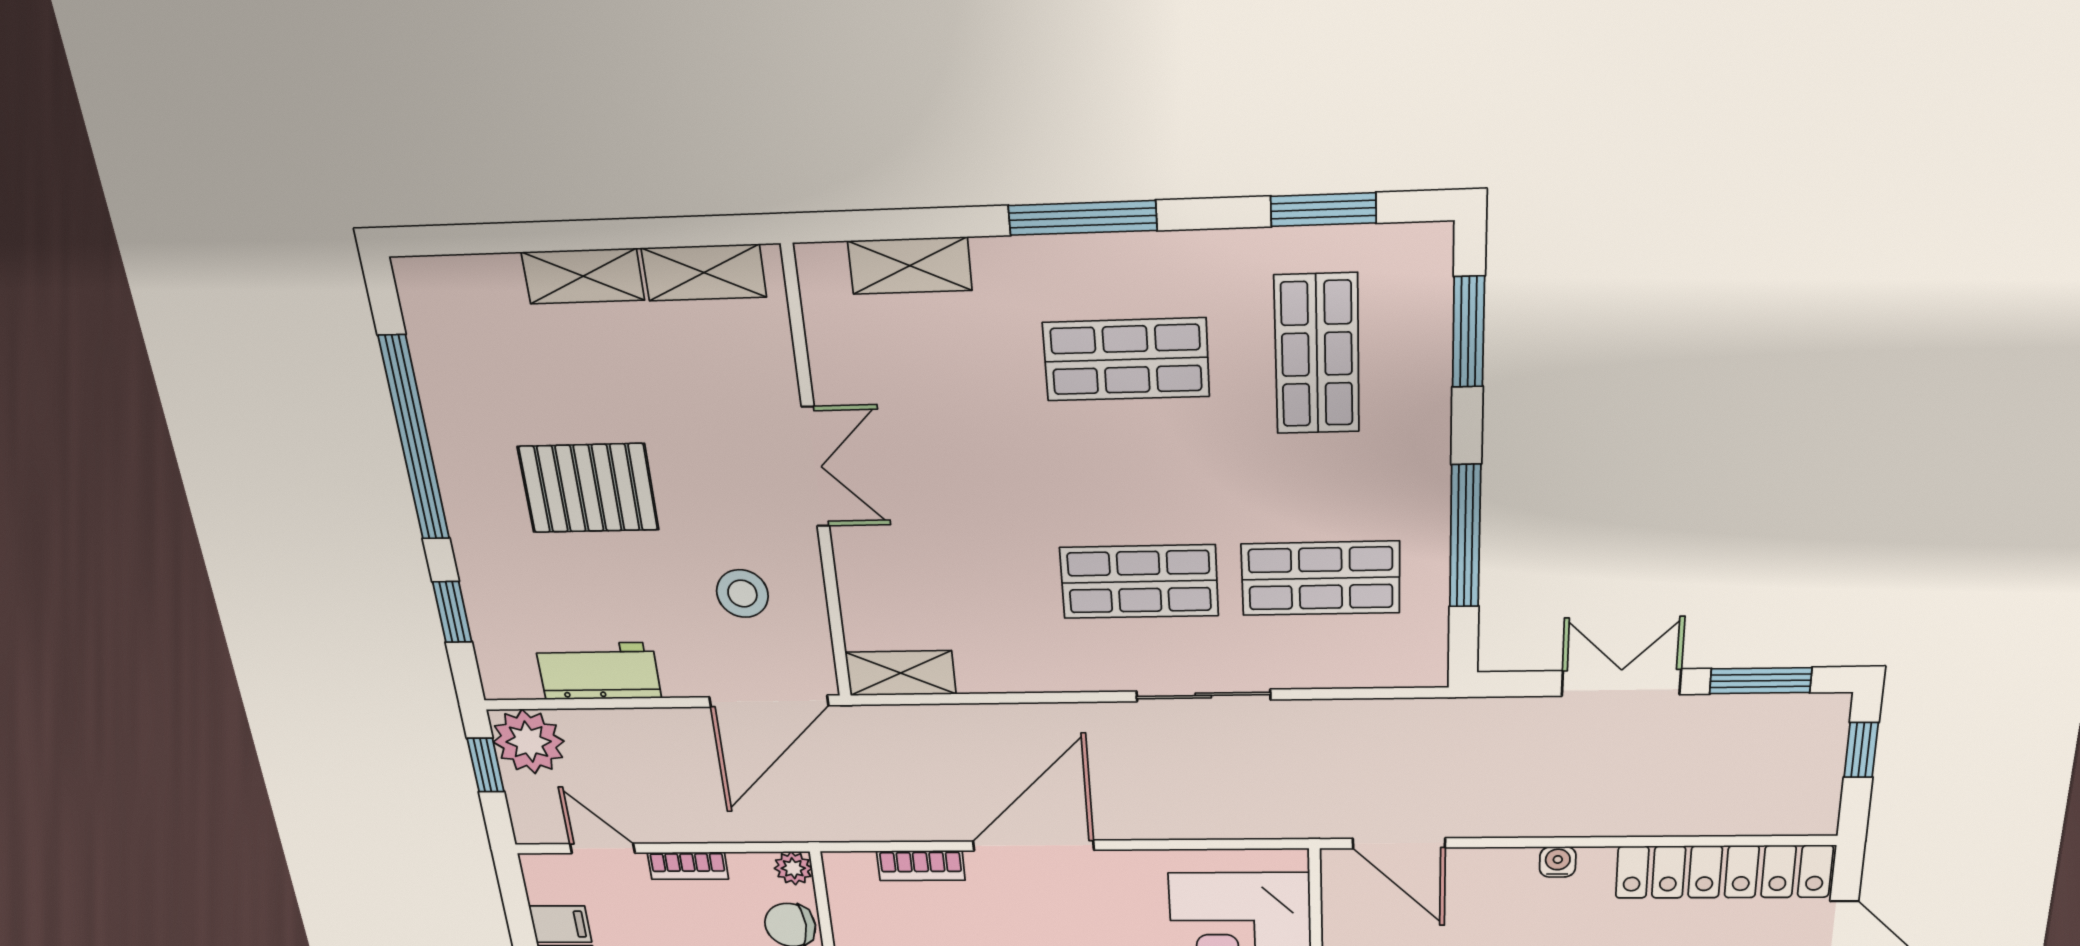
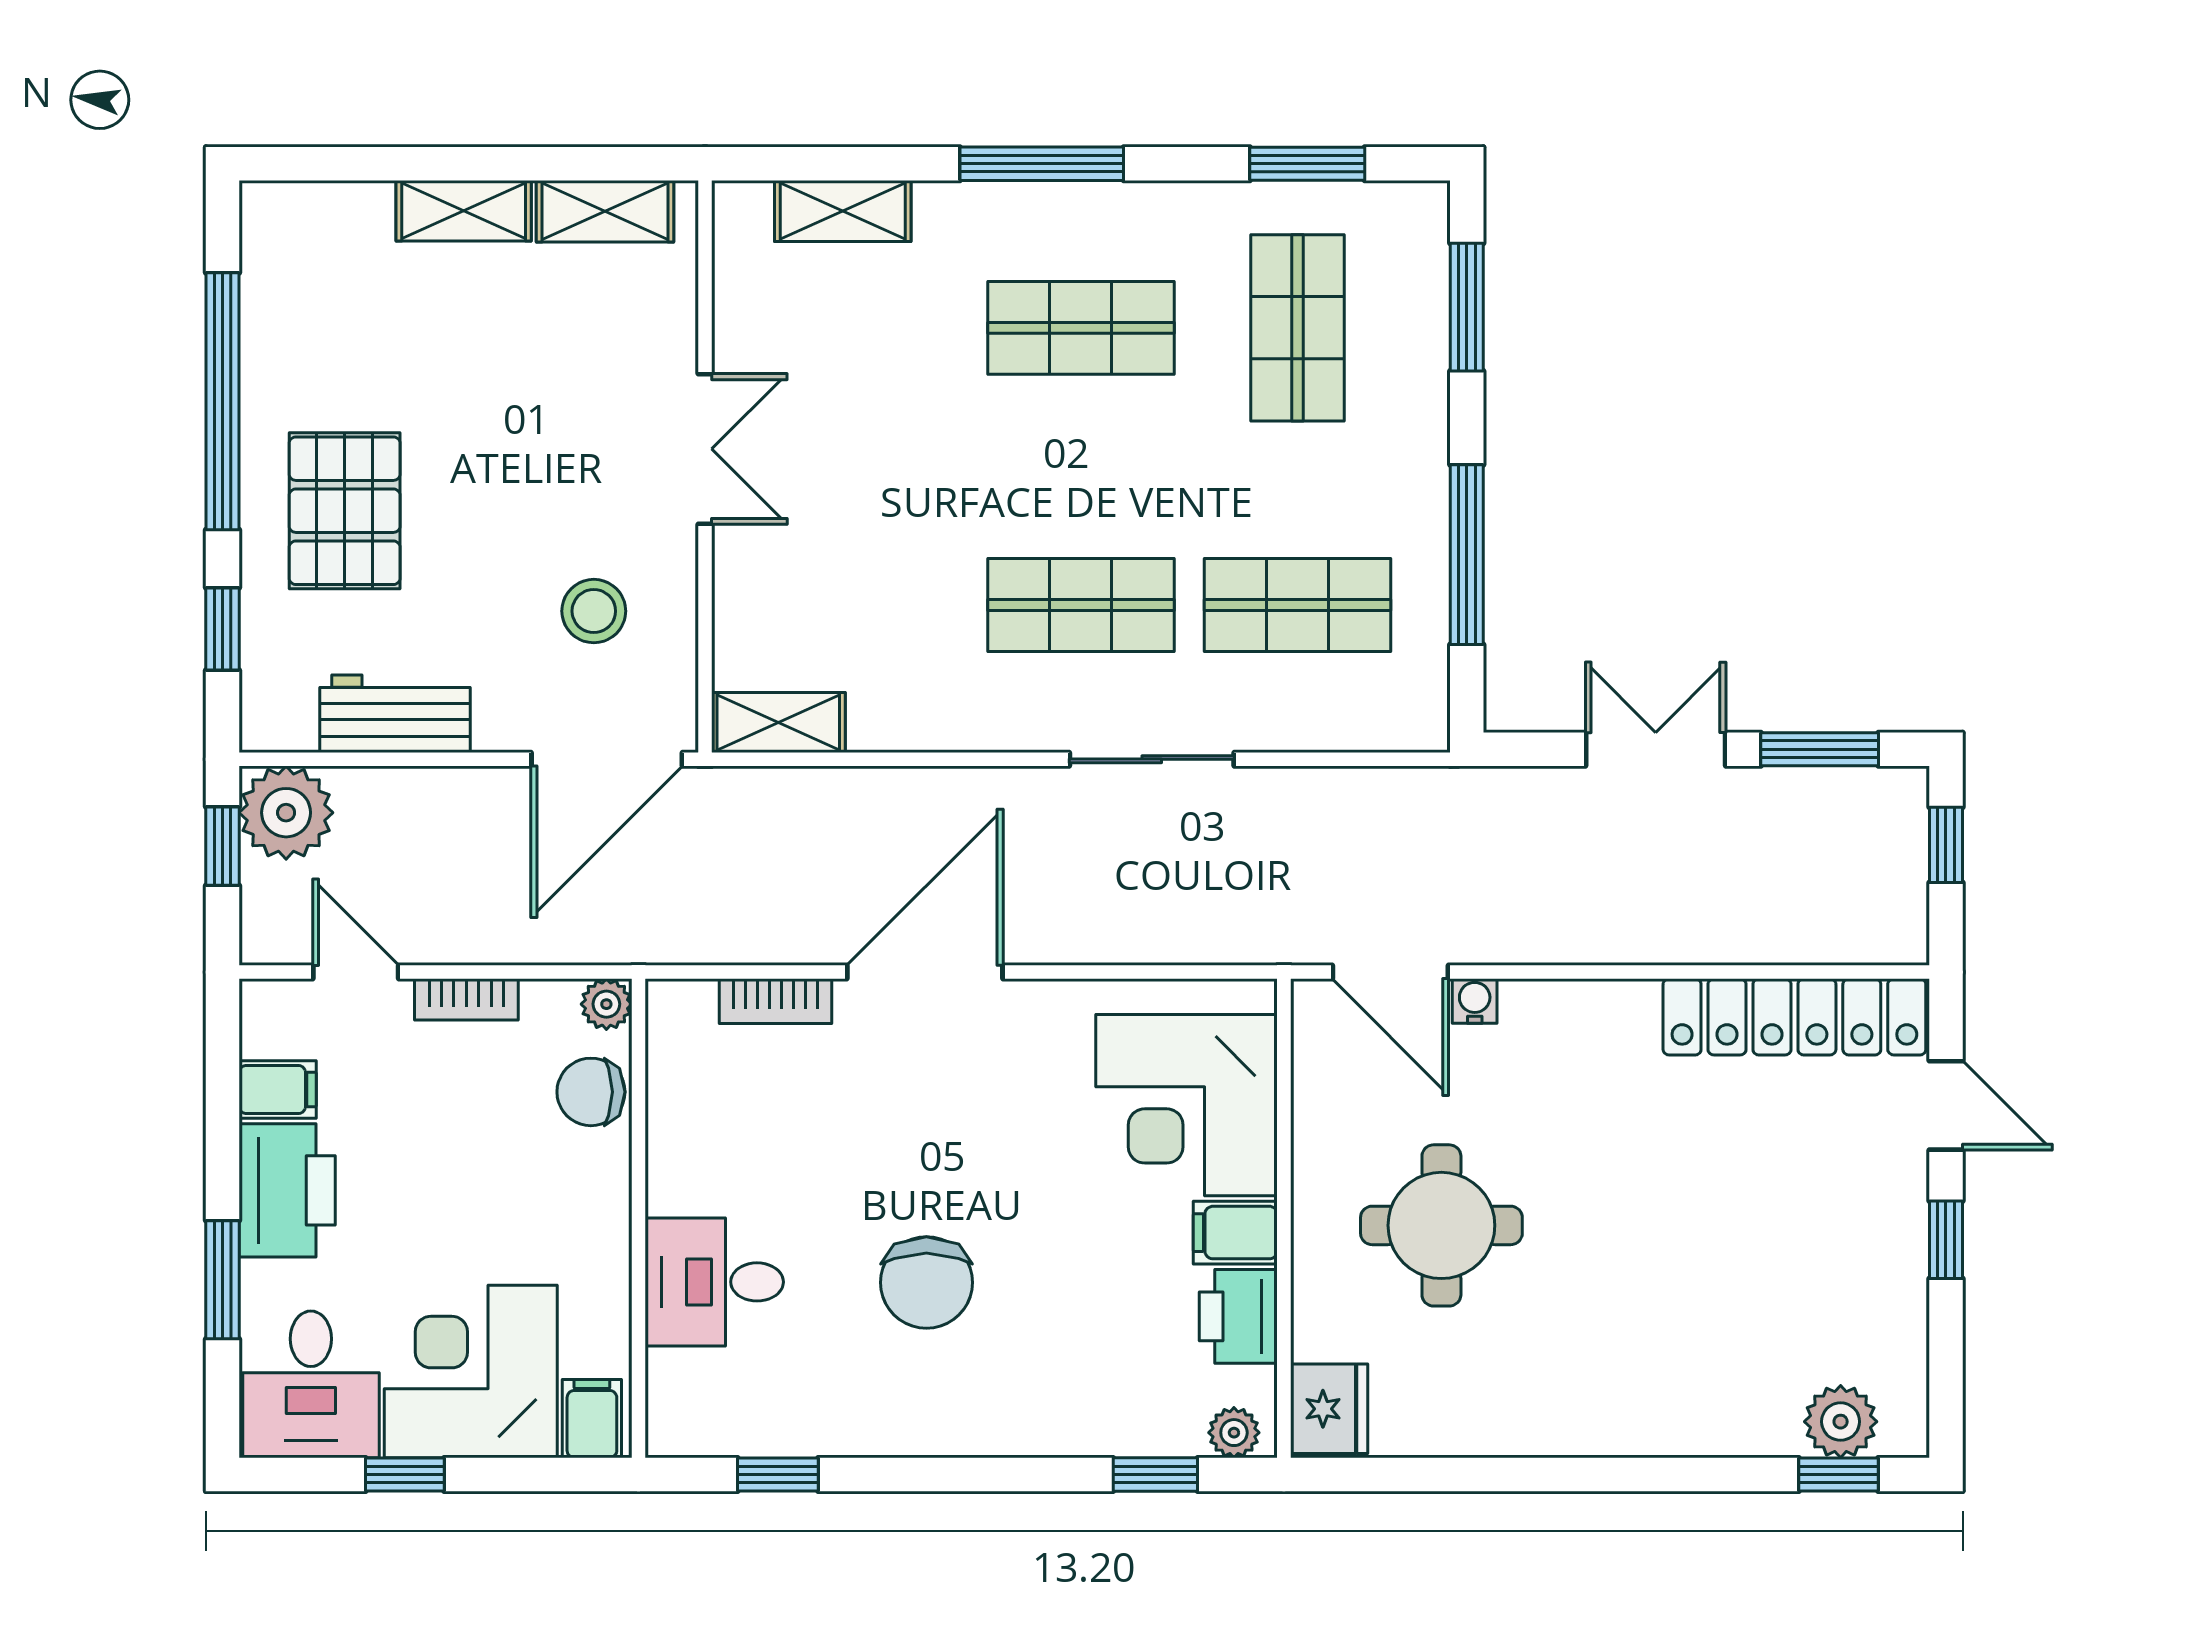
pallet: (588, 488) -> (345, 511), moved, turned 90
water cooler: (1558, 862) -> (1475, 1001), moved

